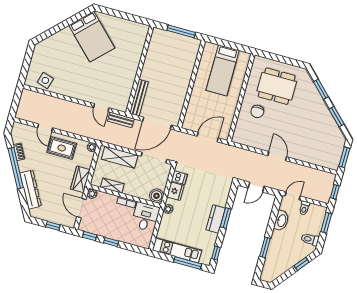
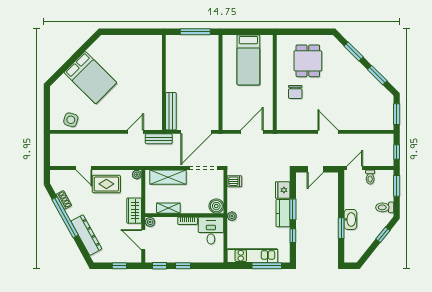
bed: (92, 37) -> (90, 78), moved
dining table: (277, 86) -> (308, 61), width x0.73
door: (101, 108) -> (135, 132), swing flipped
fridge: (175, 191) -> (283, 190), moved, turned 180
washbasin: (281, 221) -> (350, 219), moved
window: (216, 253) -> (293, 236), moved

